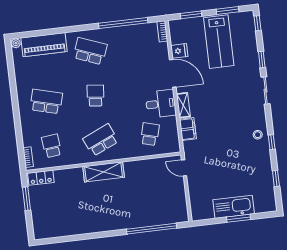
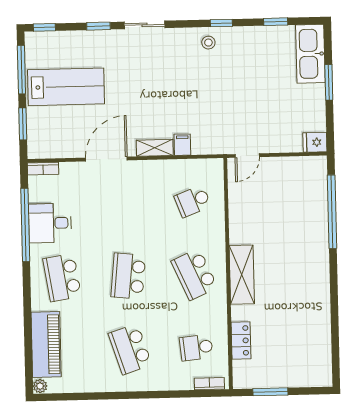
window: (228, 11) -> (21, 70), width x1.44
school desk: (90, 51) -> (62, 278), turned -30
fridge: (179, 51) -> (315, 142), moved, turned -90
school desk: (95, 96) -> (128, 276), width x1.85
school desk: (46, 101) -> (130, 349), turned -33
desk: (161, 104) -> (50, 223), moved, turned -90
filing cabinet: (188, 129) -> (182, 145), width x0.50
school desk: (150, 134) -> (193, 201), turned -36
locker: (41, 178) -> (241, 340), moved
kitchen sink: (234, 207) -> (310, 54), moved

